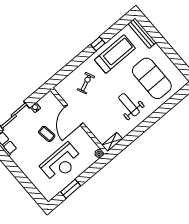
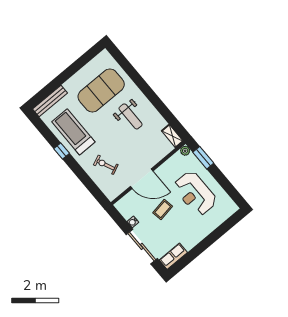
weight bench: (129, 105) -> (131, 116), turned -90
reception desk: (61, 163) -> (195, 193), turned 180
window: (71, 189) -> (203, 158), moved

